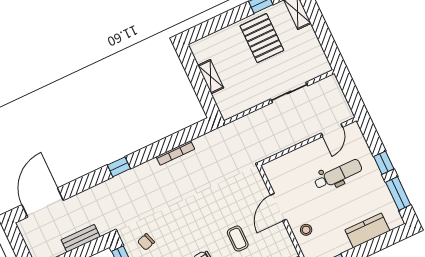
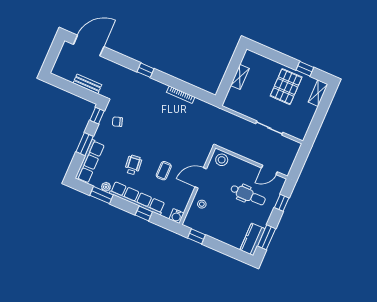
window: (384, 163) -> (282, 203), moved
stool: (279, 170) -> (222, 160), added
kitchen counter: (367, 230) -> (252, 239), moved, turned -90

